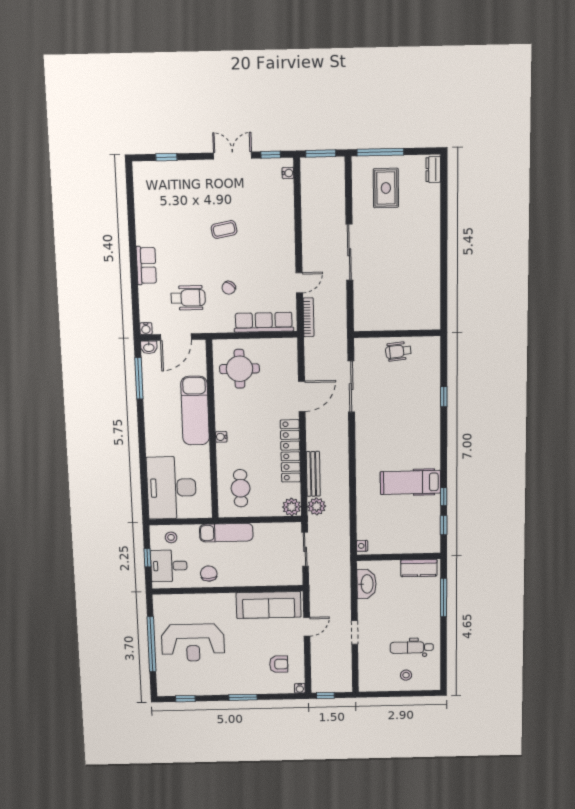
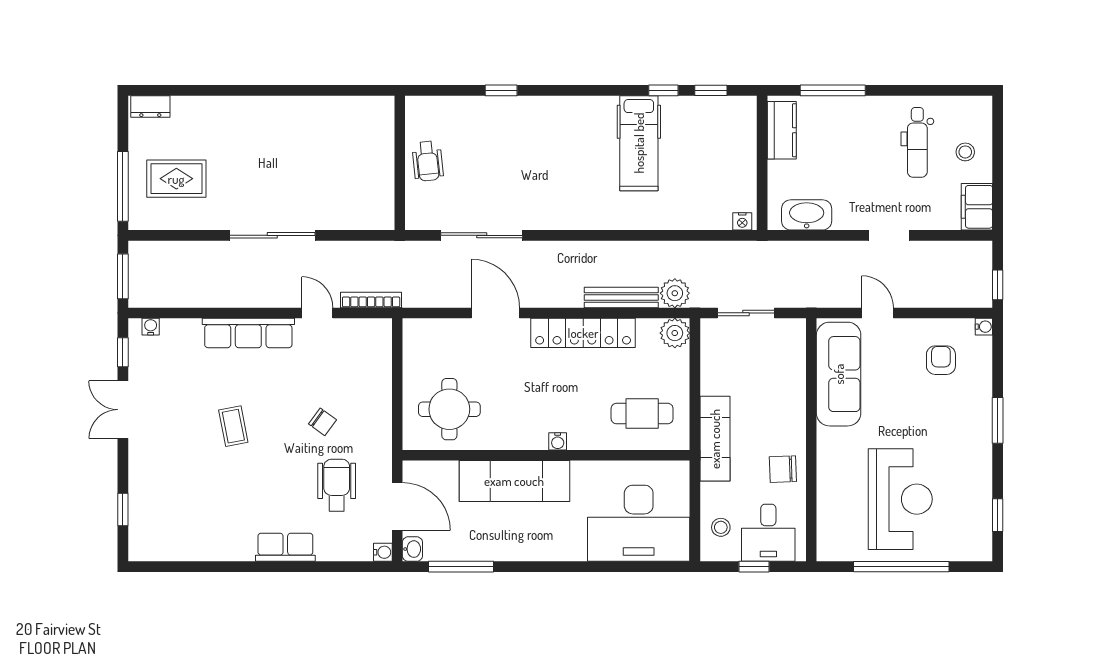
row of seats: (264, 322) -> (248, 333), moved, turned -90
filing cabinet: (373, 683) -> (977, 207), added

